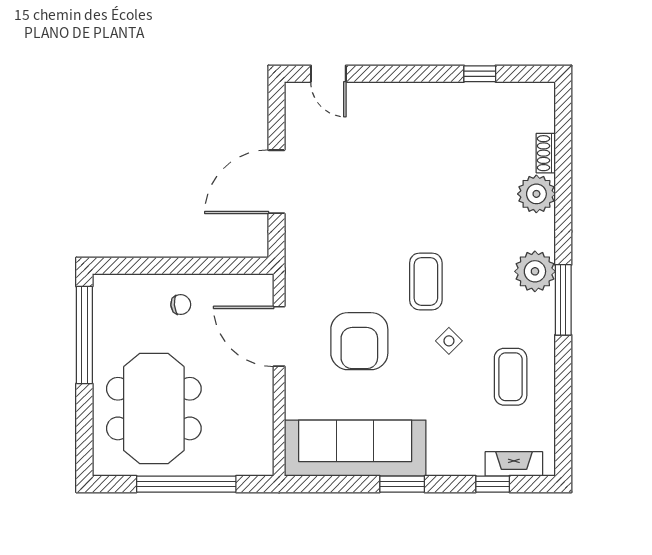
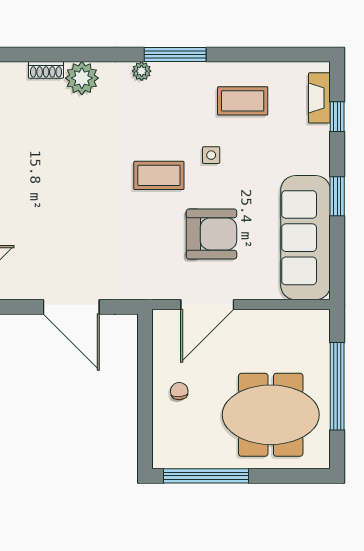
plant: (535, 271) -> (142, 71), width x0.53, depth x0.53
side table: (449, 341) -> (211, 155), turned 45

